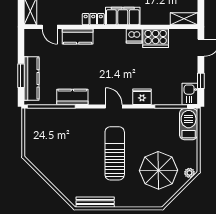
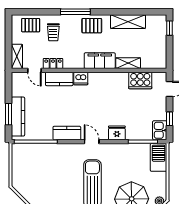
locker: (93, 19) -> (53, 63), moved
shelving: (184, 19) -> (128, 63), moved
dishwasher: (134, 36) -> (81, 78), moved
cooker: (156, 38) -> (140, 80), moved
kitchen counter: (72, 97) -> (67, 133), moved

